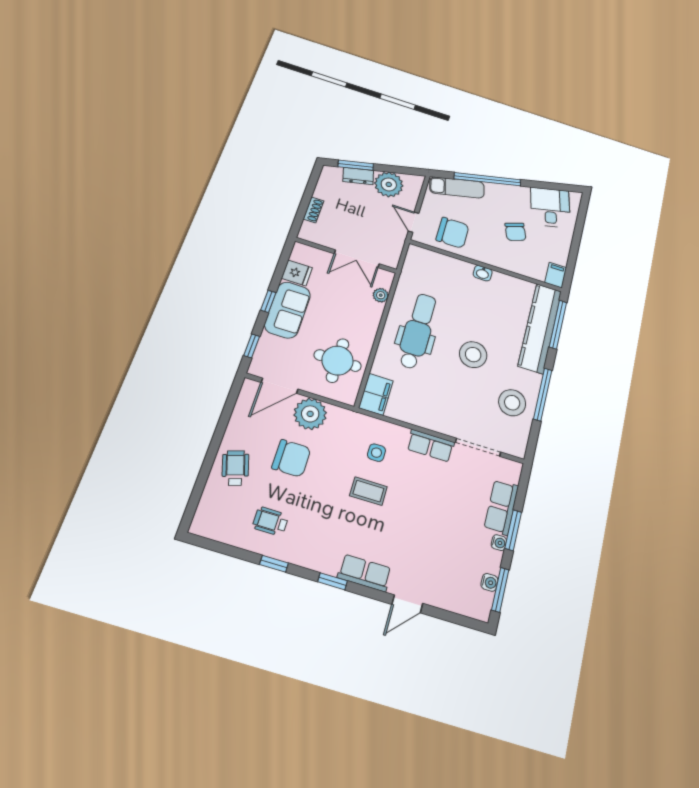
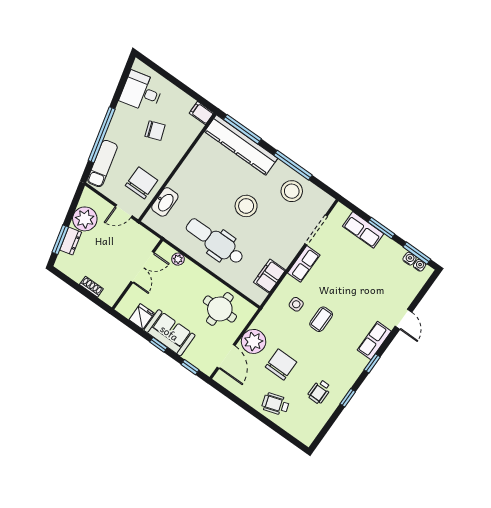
washbasin: (483, 273) -> (165, 202), moved, width x1.91, depth x1.45
filing cabinet: (376, 394) -> (270, 276), moved, turned -90
water cooler: (499, 543) -> (420, 265), moved

